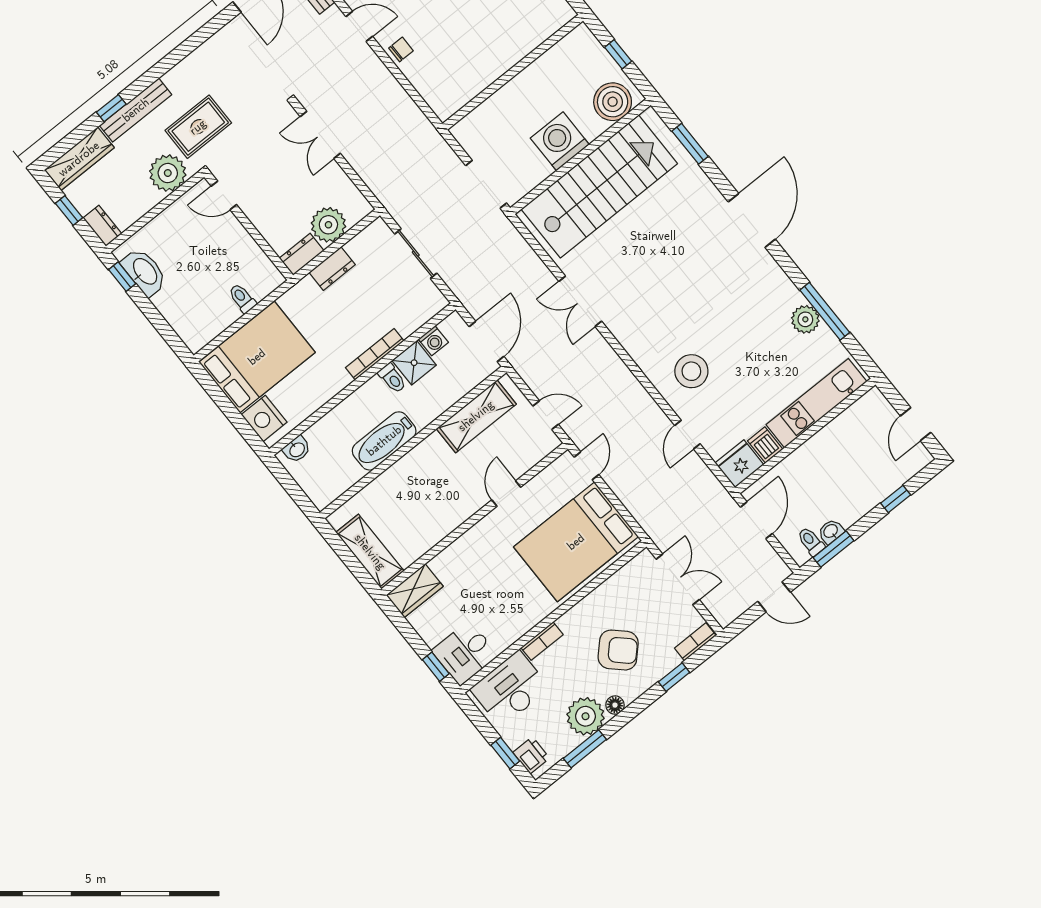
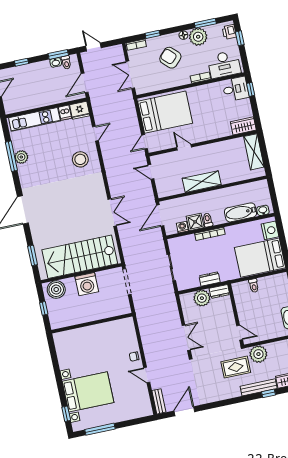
shelving: (476, 416) -> (202, 182), moved
bathtub: (384, 441) -> (241, 212), moved, turned 180
door: (506, 494) -> (184, 147), swing flipped

